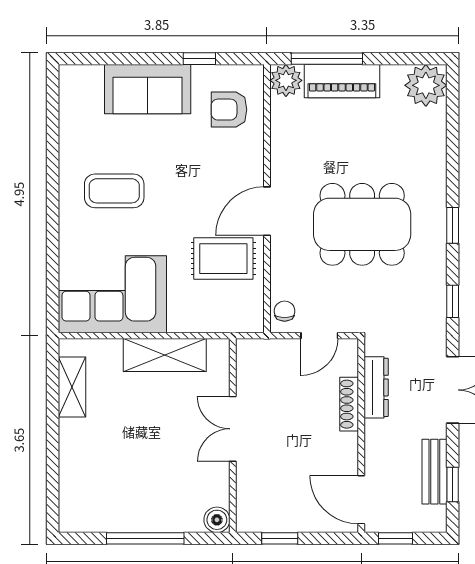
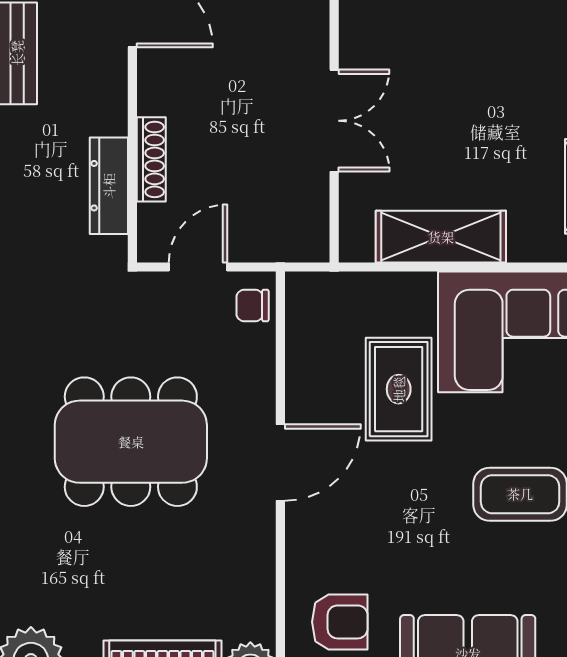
rug: (223, 259) -> (399, 389), moved, turned 90
chair: (285, 311) -> (253, 306), turned 90

